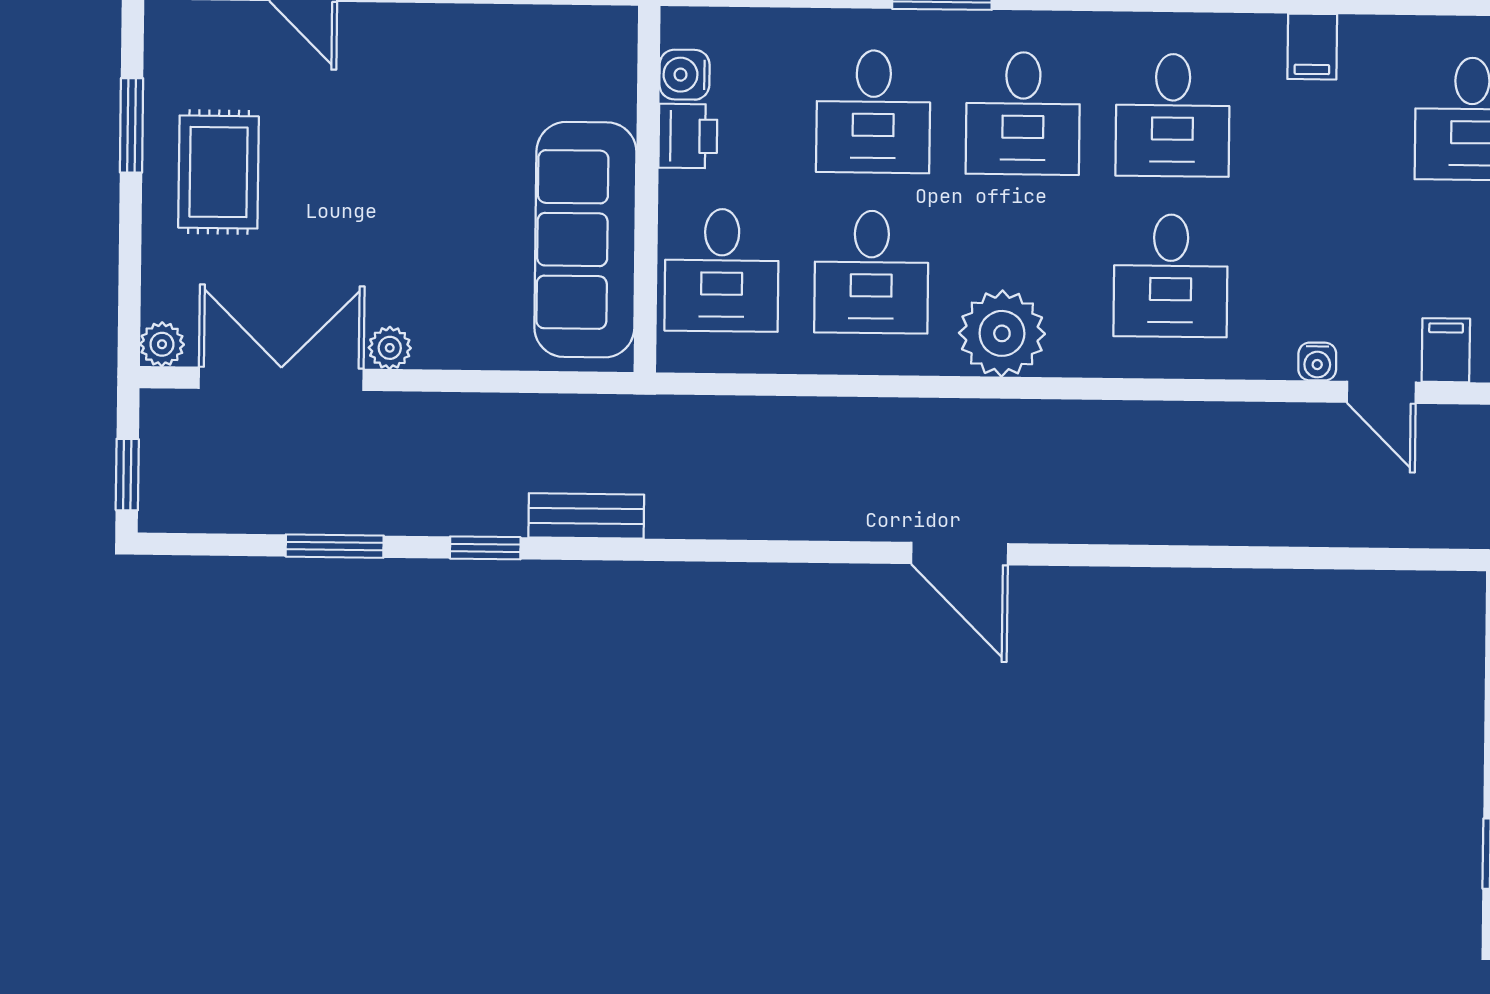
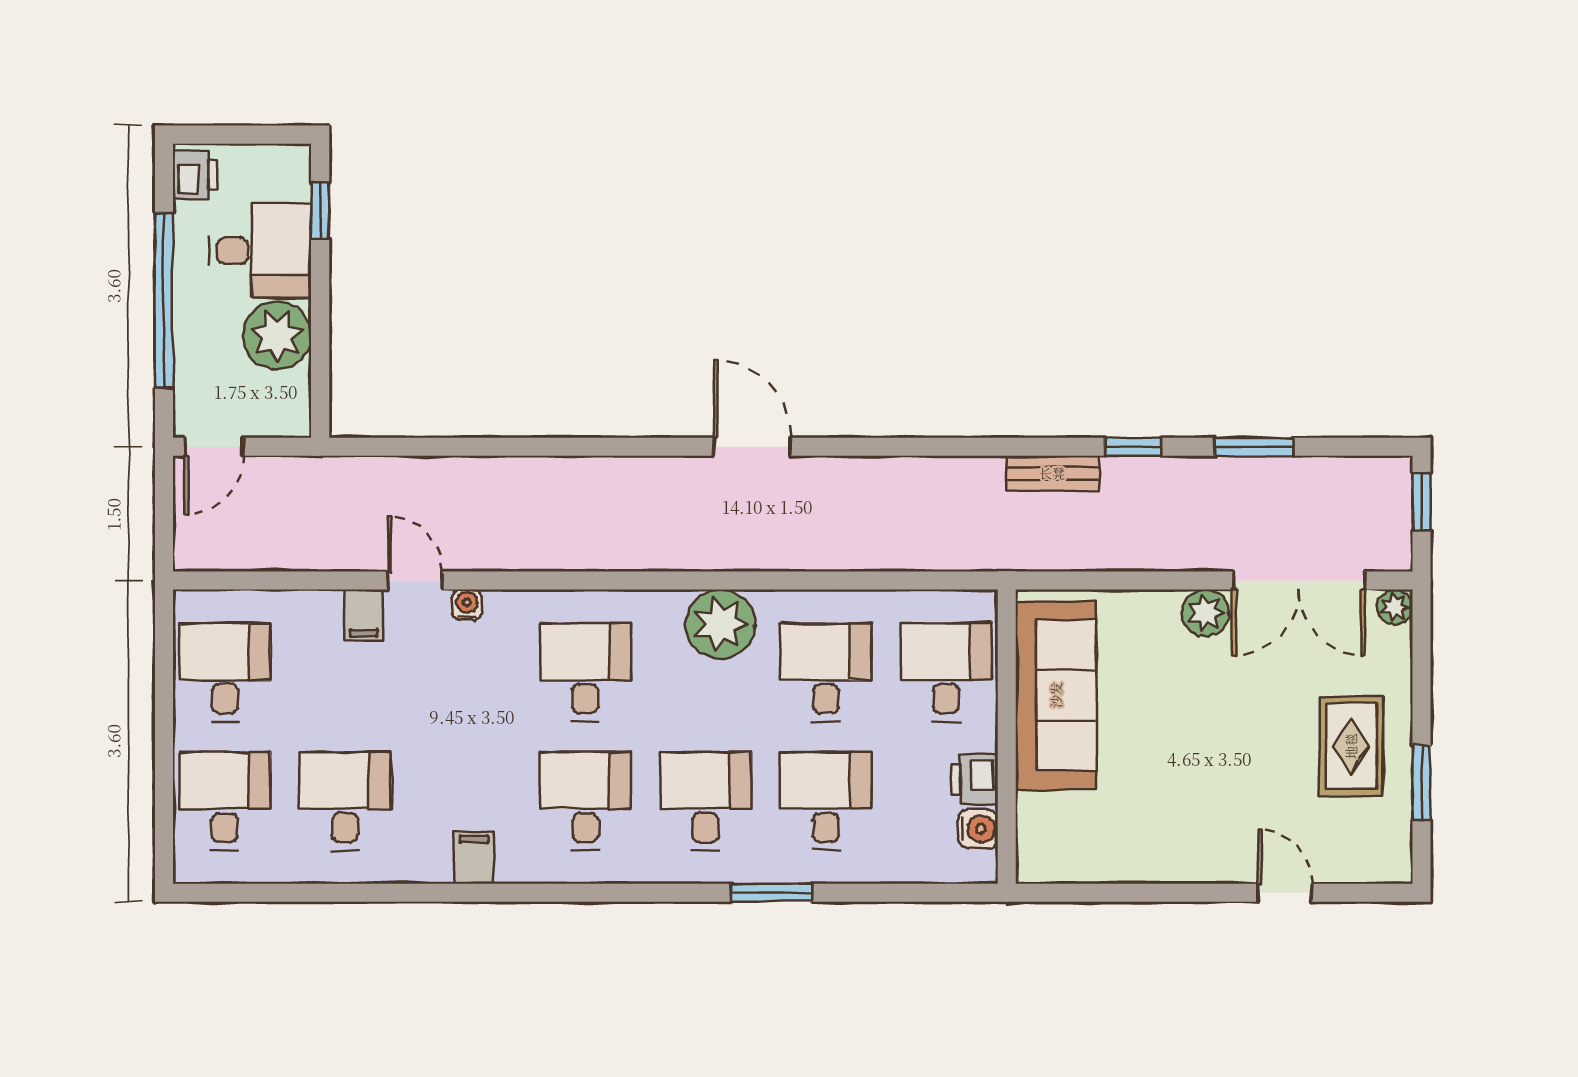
plant: (390, 348) -> (1206, 613), width x1.38, depth x1.38

